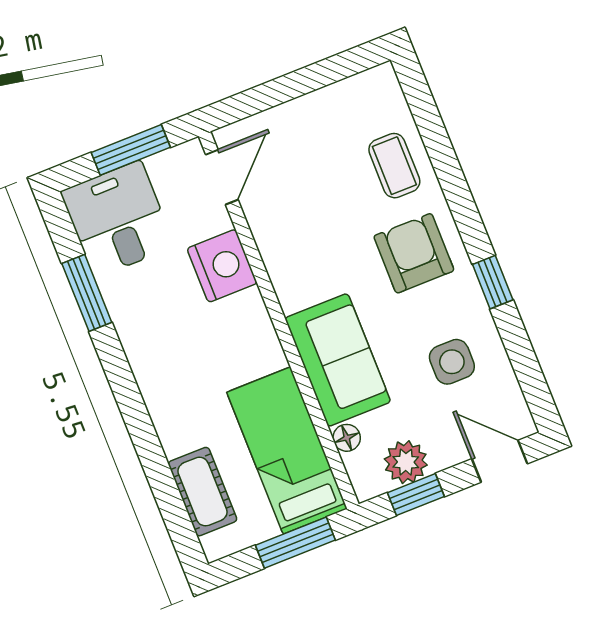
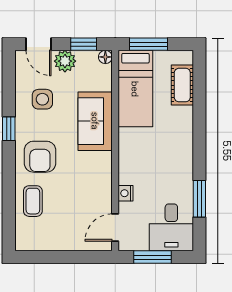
nightstand: (222, 266) -> (126, 193), width x0.53, depth x0.56
floor lamp: (347, 438) -> (105, 57), moved
plant: (406, 462) -> (65, 61), moved

